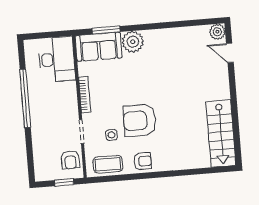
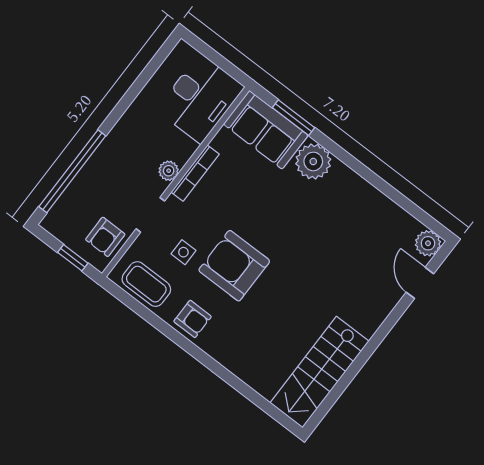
window: (25, 98) -> (72, 171), moved
plant: (72, 105) -> (169, 171), added

